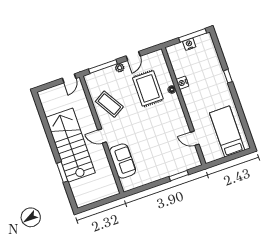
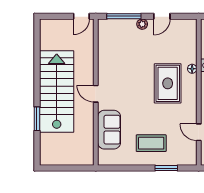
rug: (148, 88) -> (168, 83), moved
coffee table: (109, 104) -> (151, 143), moved, turned -59

